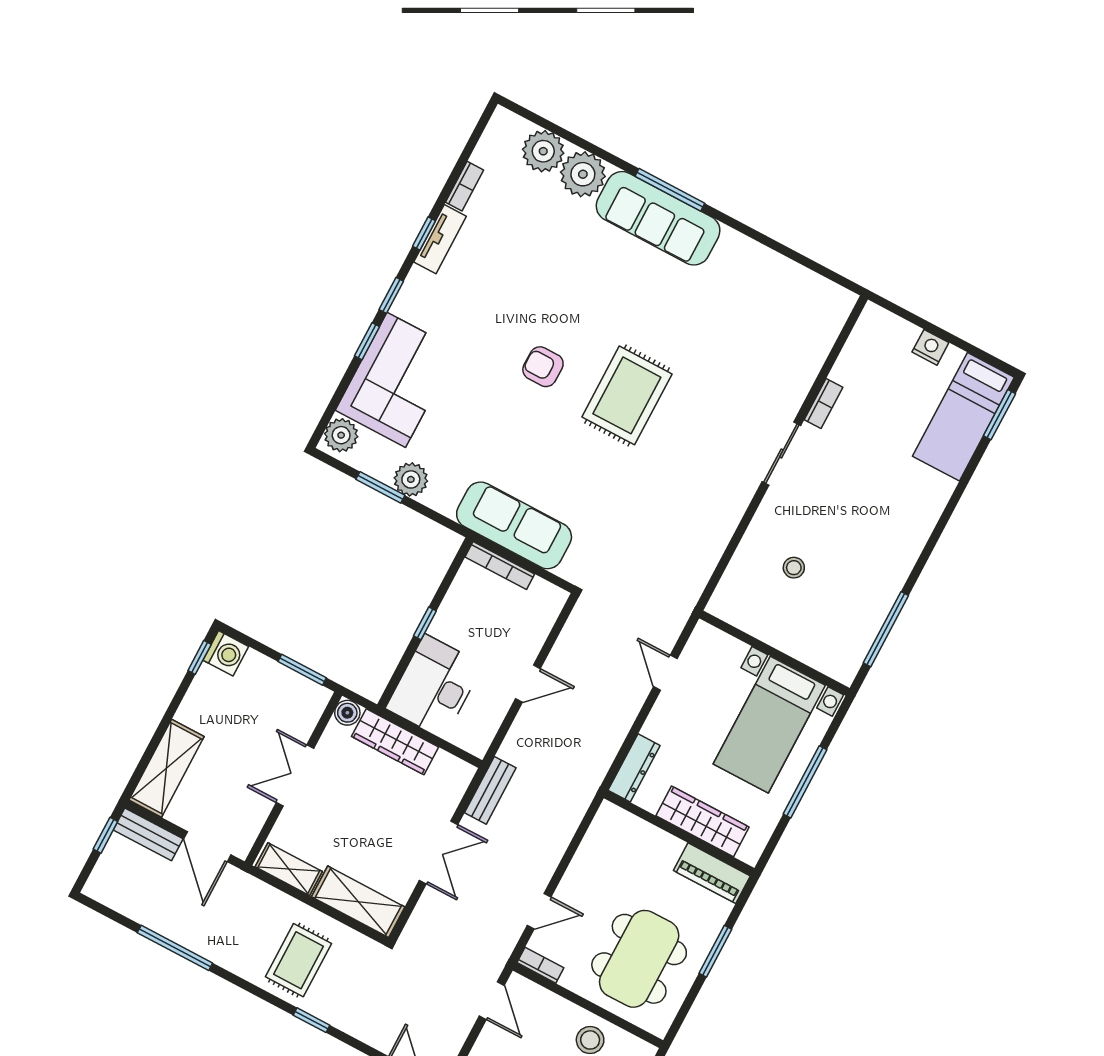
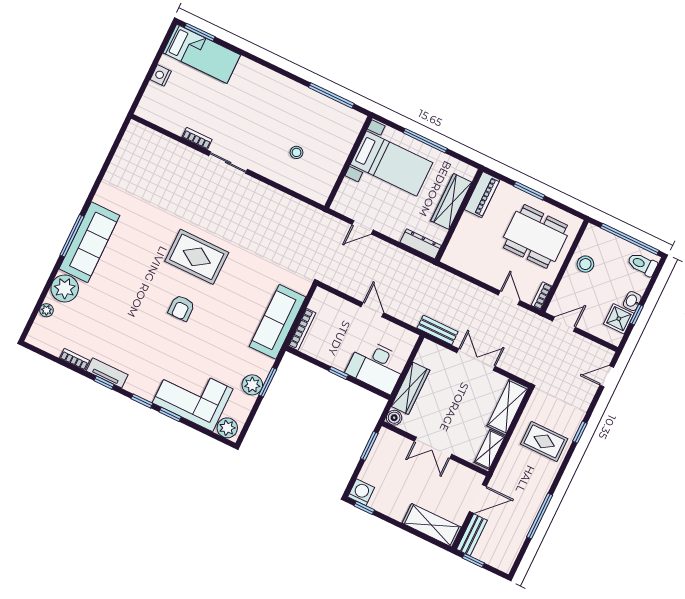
plant: (543, 151) -> (46, 310), width x0.53, depth x0.53
window: (380, 487) -> (268, 382), moved

